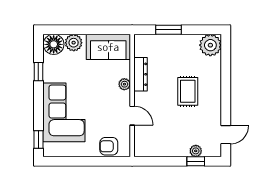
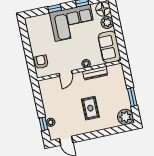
window: (168, 30) -> (132, 97), moved
rug: (188, 91) -> (90, 108), turned 90
corner sofa: (64, 112) -> (73, 23), moved
window: (38, 139) -> (55, 8), moved

